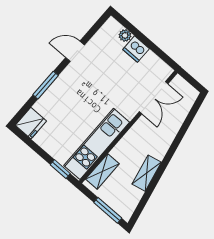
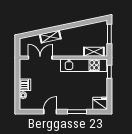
door: (75, 51) -> (50, 112), swing flipped
shelving: (147, 173) -> (50, 37), moved

